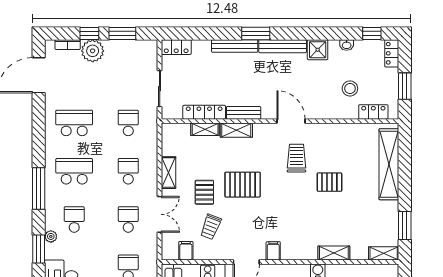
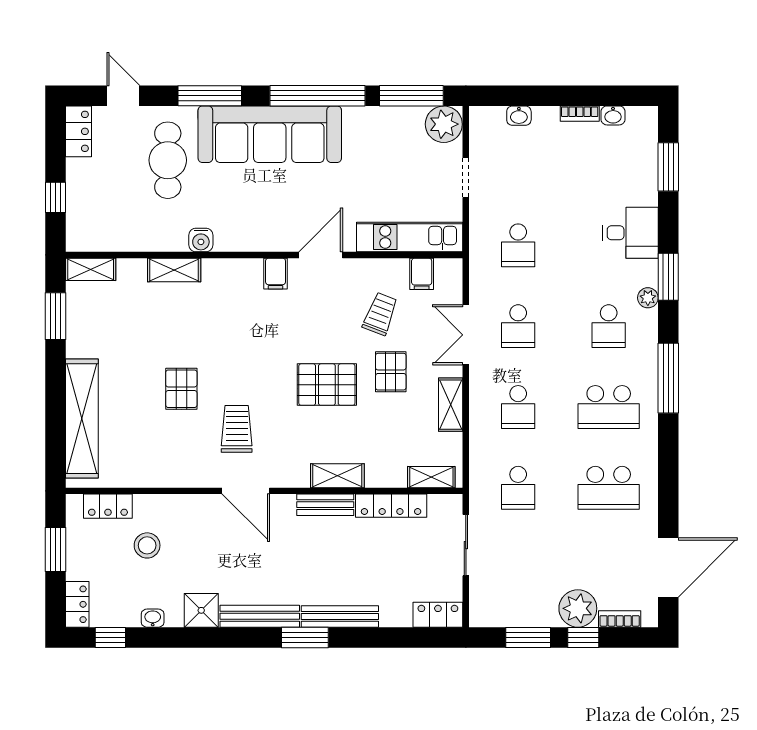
shelving: (205, 129) -> (431, 477), moved
trolley: (296, 158) -> (237, 429), turned 180
pallet: (329, 182) -> (181, 389), turned 90

